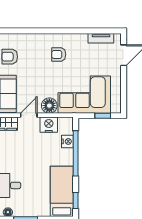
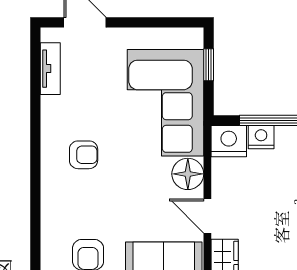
armchair: (59, 54) -> (84, 155), turned -90
nightstand: (49, 125) -> (229, 141), moved, turned 90

